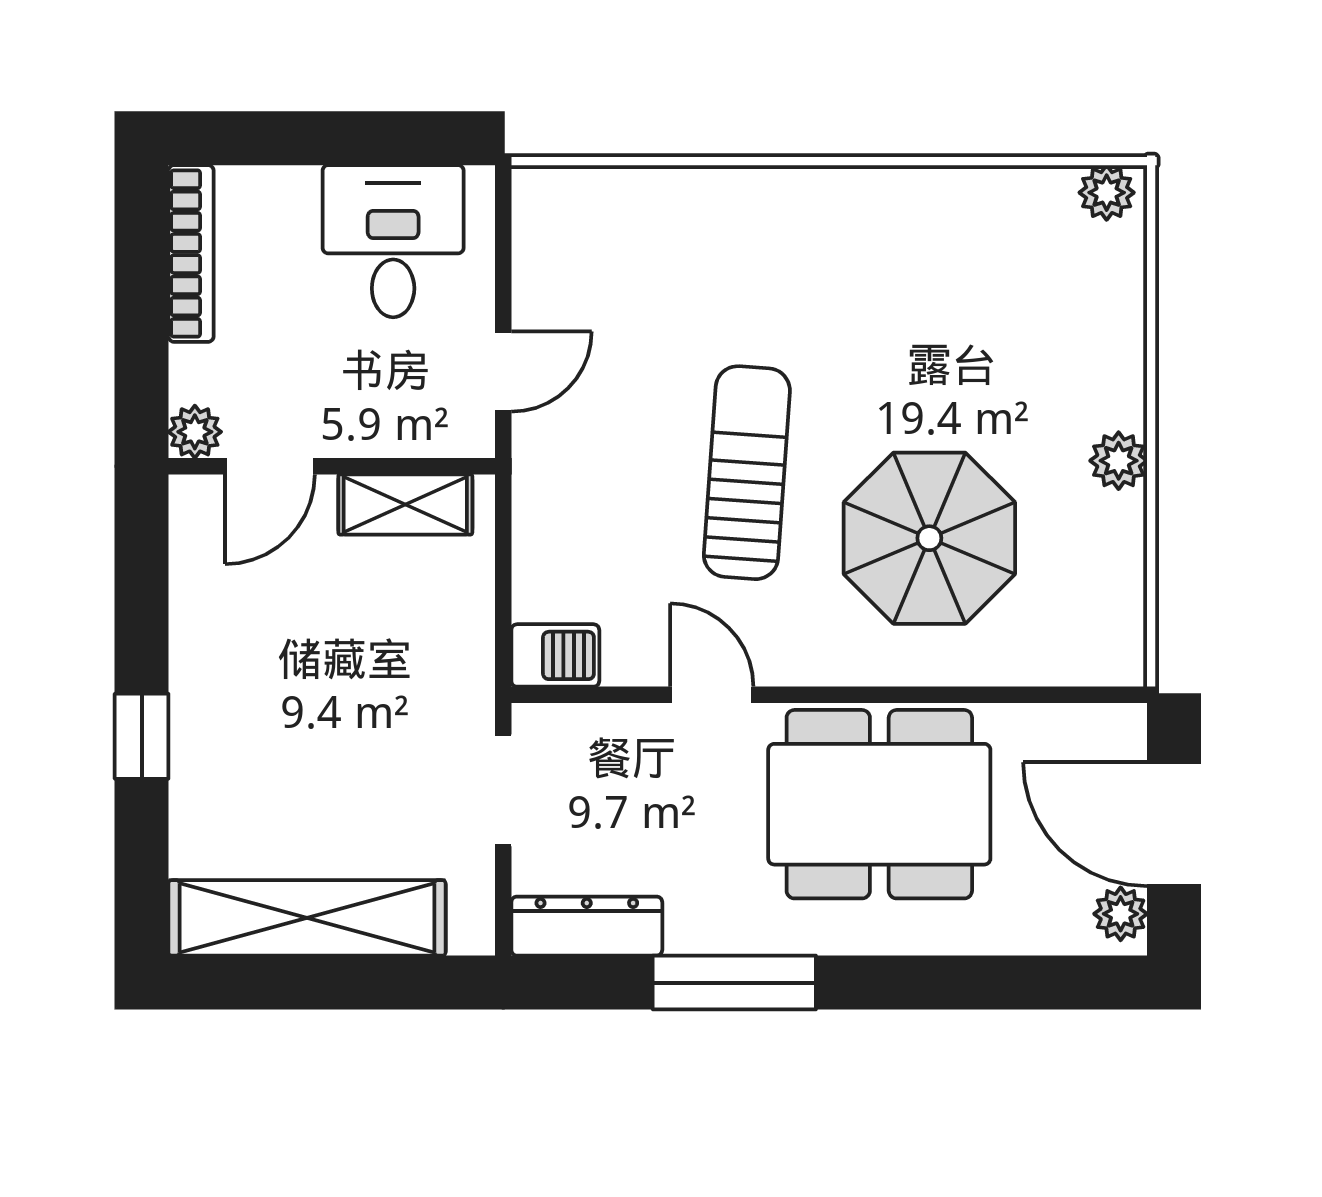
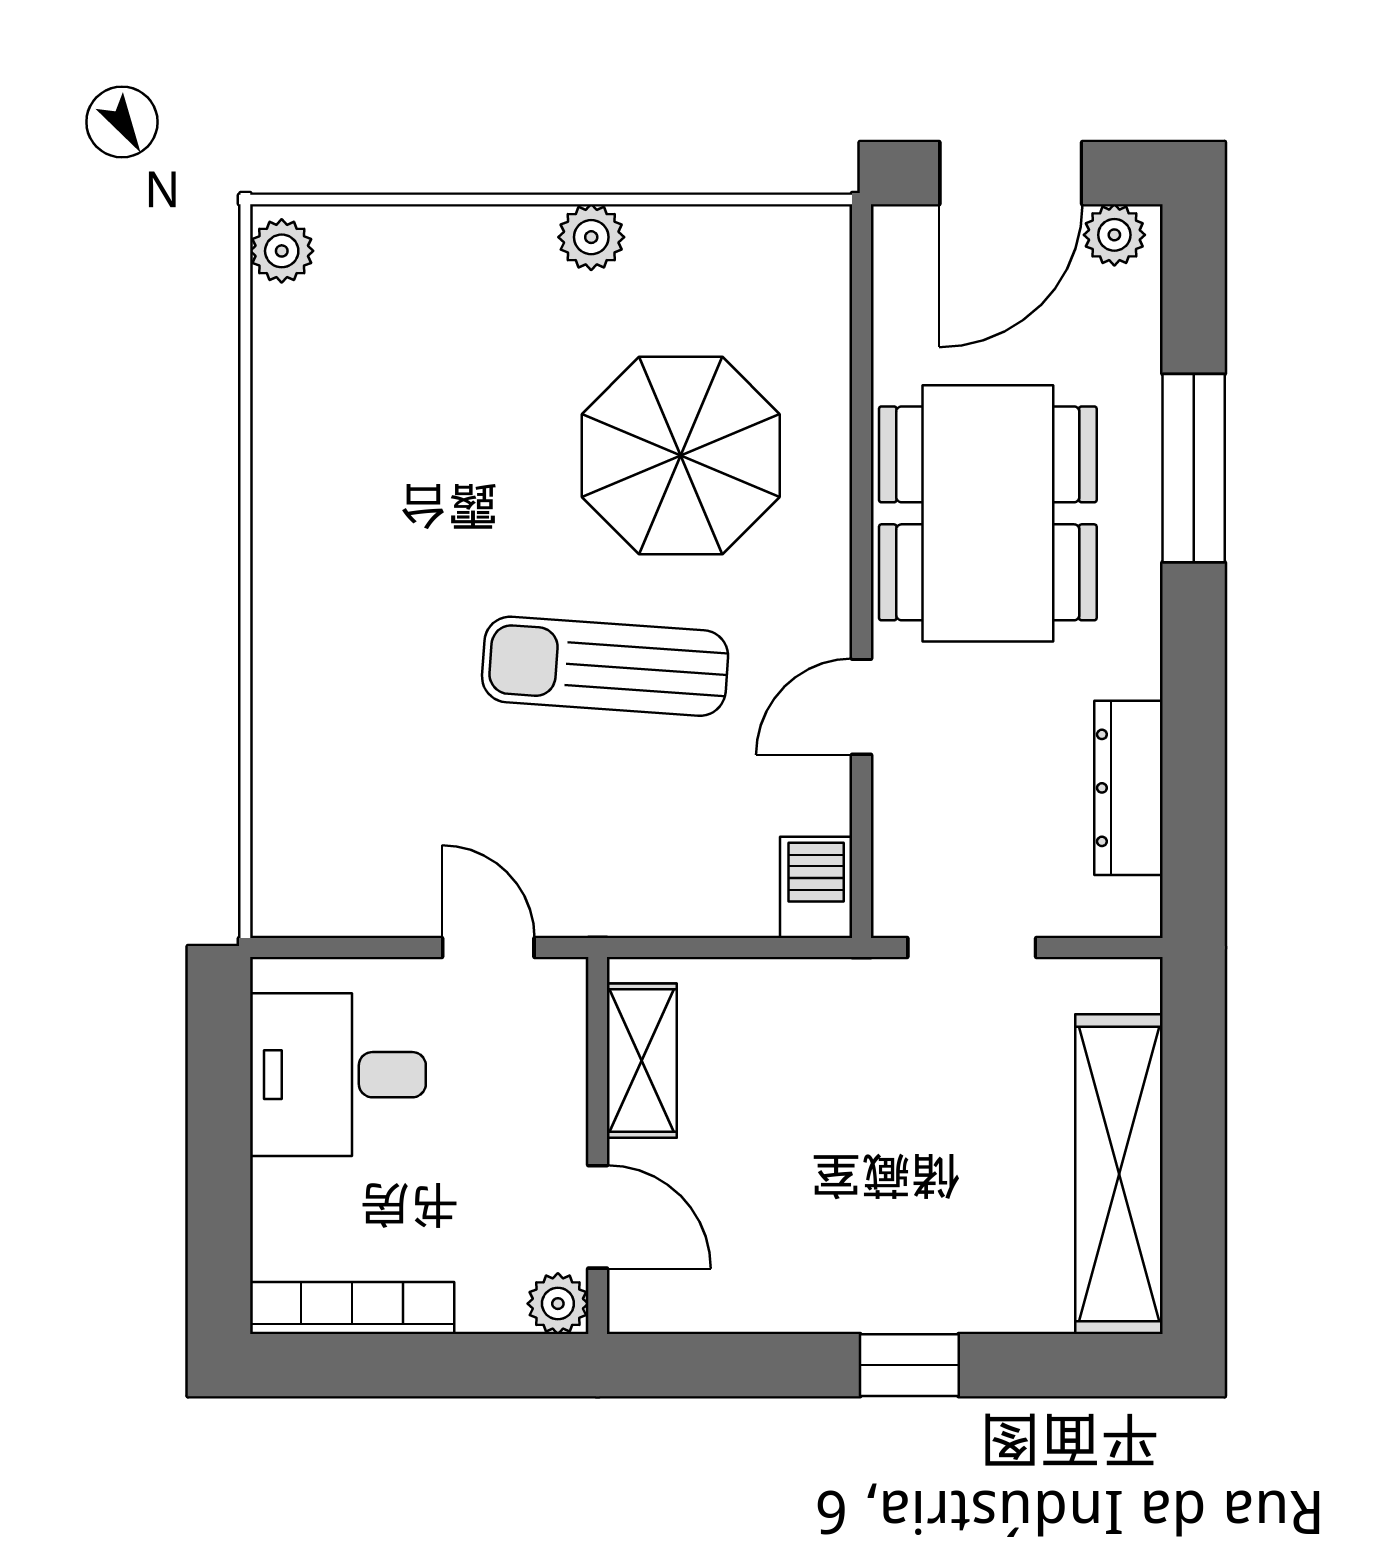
dresser: (587, 926) -> (1129, 788), moved
window: (734, 983) -> (1194, 468), moved

